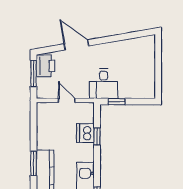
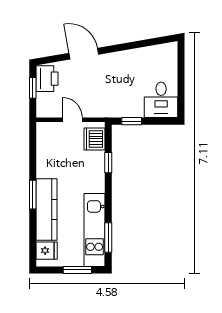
window: (34, 74) -> (33, 88), width x0.67
desk: (103, 84) -> (161, 100), moved
dishwasher: (85, 133) -> (94, 139), moved

